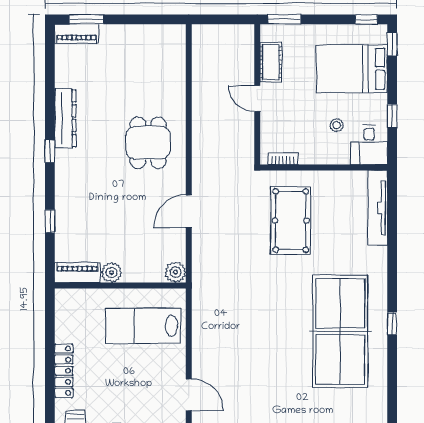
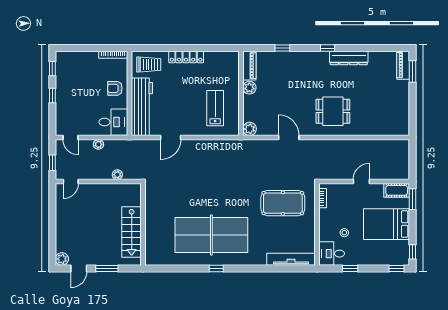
cot: (271, 62) -> (397, 190), moved
bed: (352, 69) -> (386, 224), moved, turned -90
lab bench: (143, 326) -> (215, 108), width x0.73, depth x0.72

